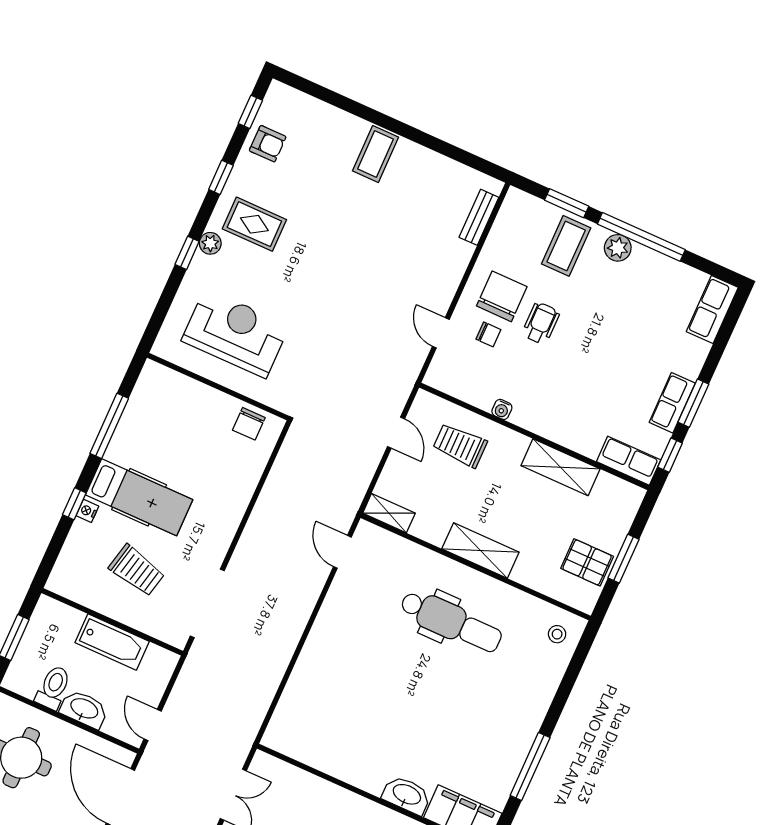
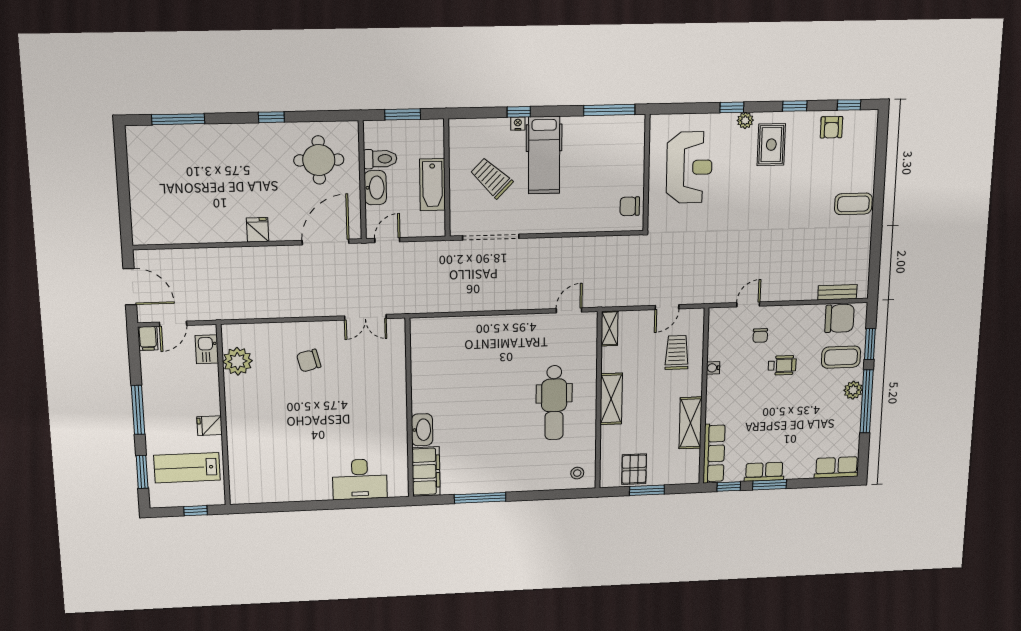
chair: (502, 296) -> (839, 318), moved
window: (109, 426) -> (609, 110), moved
row of seats: (629, 461) -> (714, 453), width x1.48
trolley: (137, 570) -> (491, 178), turned 121

